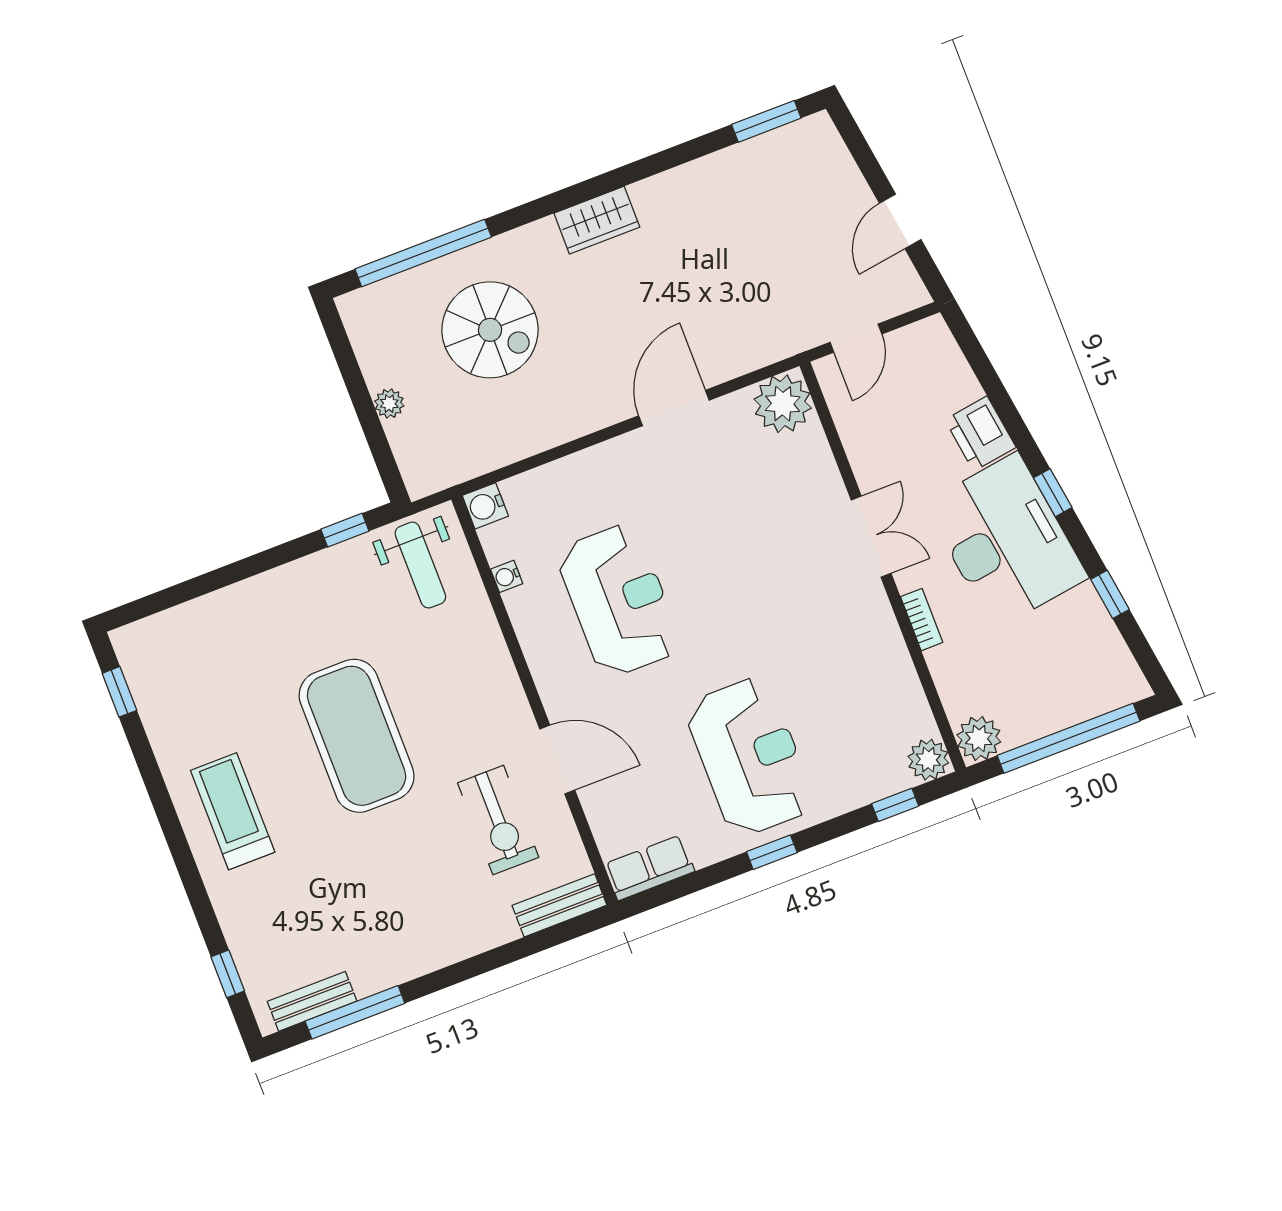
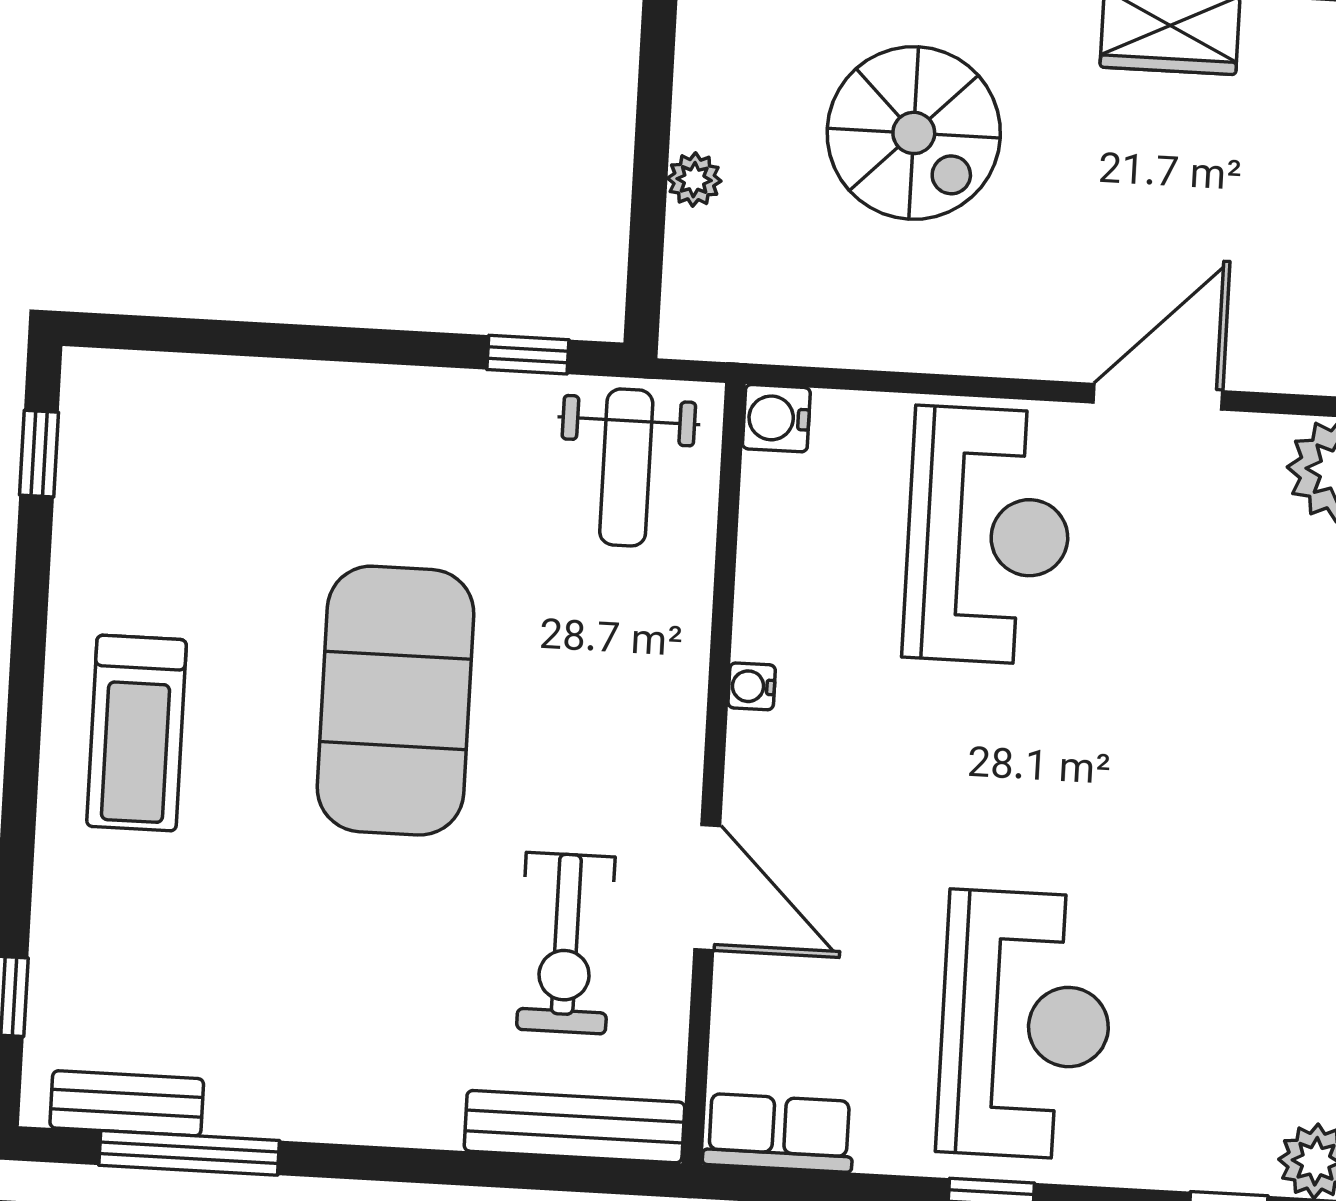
water cooler: (507, 576) -> (752, 686), moved
reception desk: (619, 600) -> (988, 535), moved
treadmill: (233, 811) -> (137, 733), turned 180
bench: (559, 905) -> (574, 1127), width x1.36

